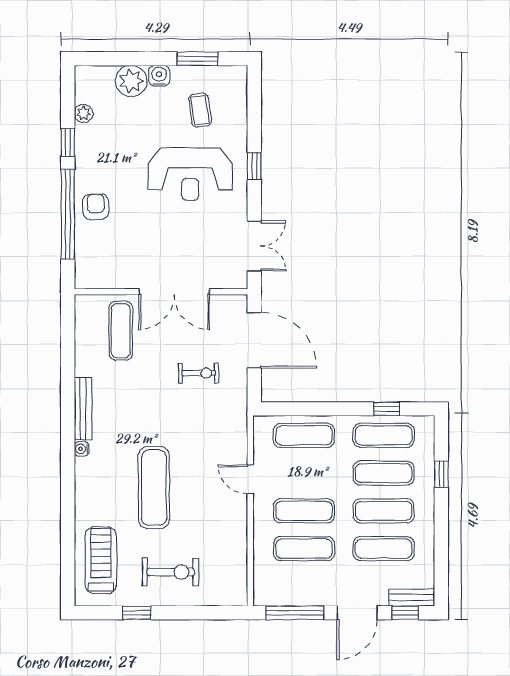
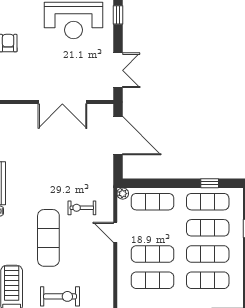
exercise mat: (121, 331) -> (25, 129), removed
exercise bike: (199, 373) -> (82, 208), moved, turned 180
plant: (261, 424) -> (123, 194), added

